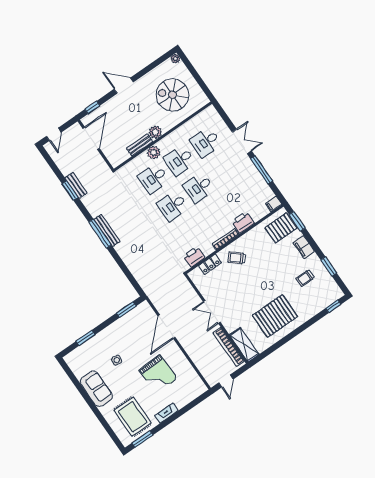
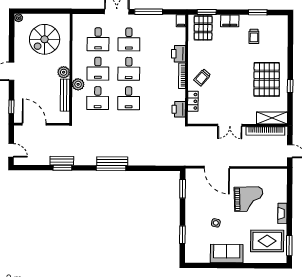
bench: (140, 145) -> (65, 95), width x1.36
desk: (225, 170) -> (129, 39), added
window: (333, 306) -> (290, 86), moved

